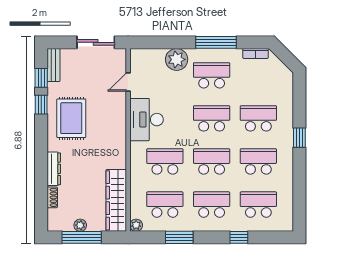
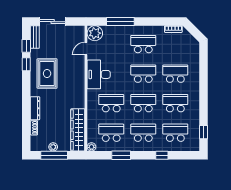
sliding door: (96, 42) -> (53, 22), moved
window: (216, 42) -> (120, 22), moved
plant: (177, 59) -> (95, 33), moved
window: (299, 138) -> (203, 132), moved

